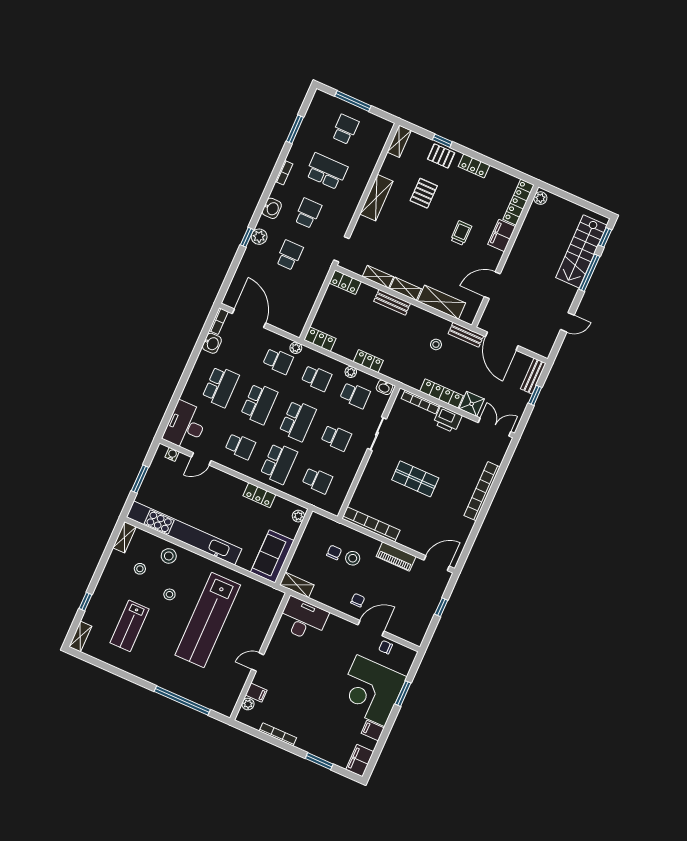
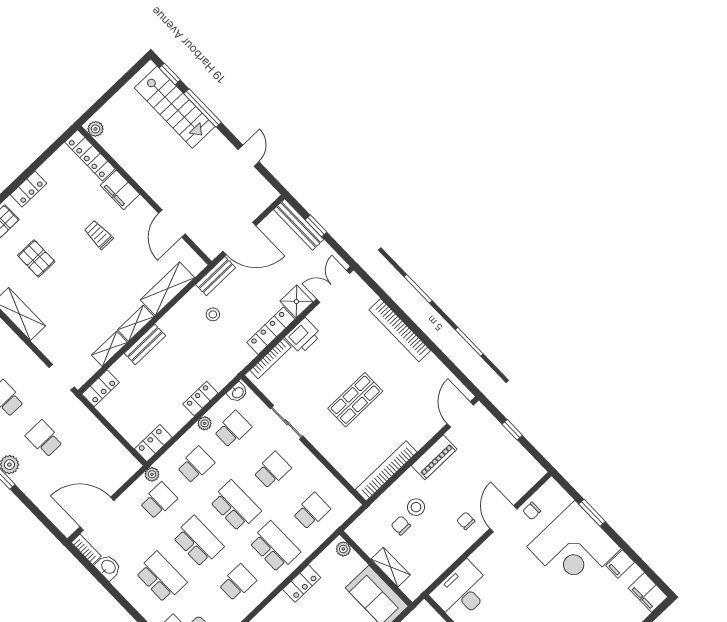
bench: (533, 376) -> (299, 225), width x1.36
shelving: (297, 585) -> (391, 567), moved, turned 90

